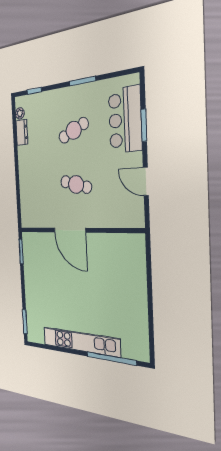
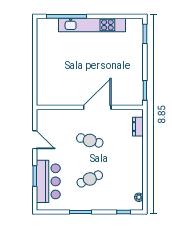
dresser: (22, 132) -> (138, 127), moved
door: (70, 230) -> (97, 107), hinge flipped

